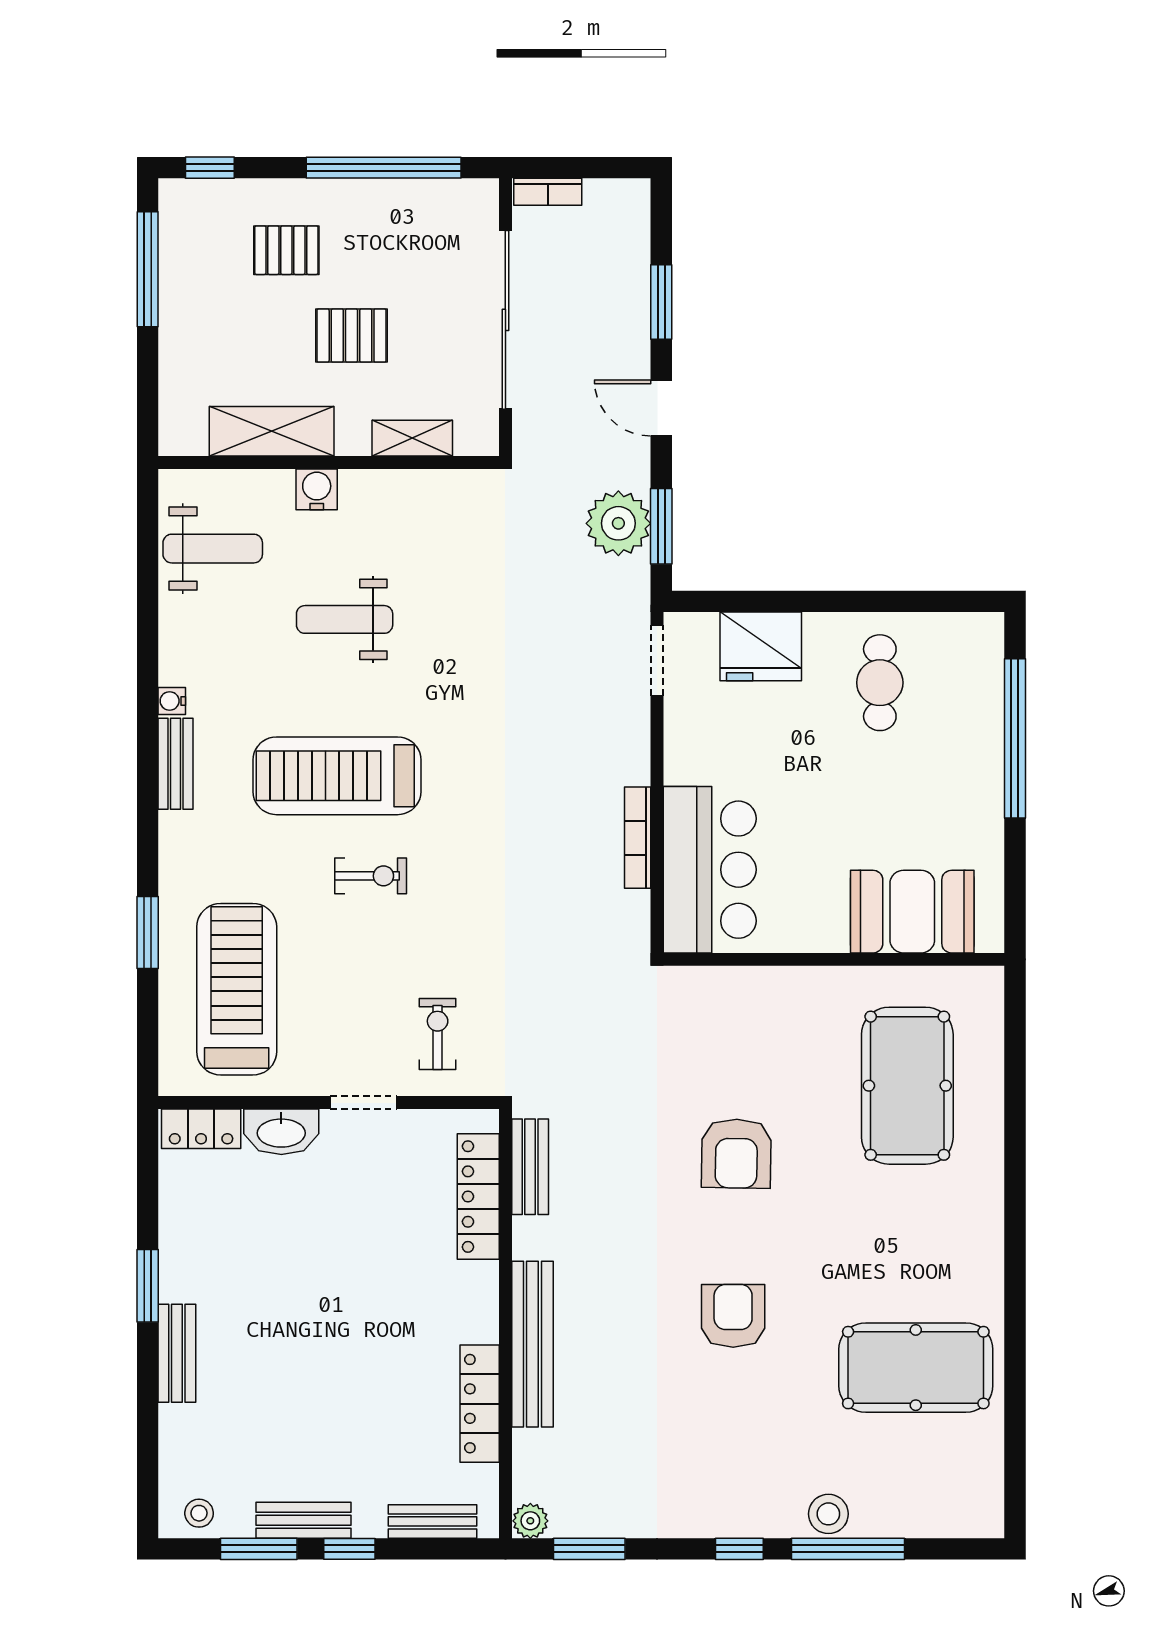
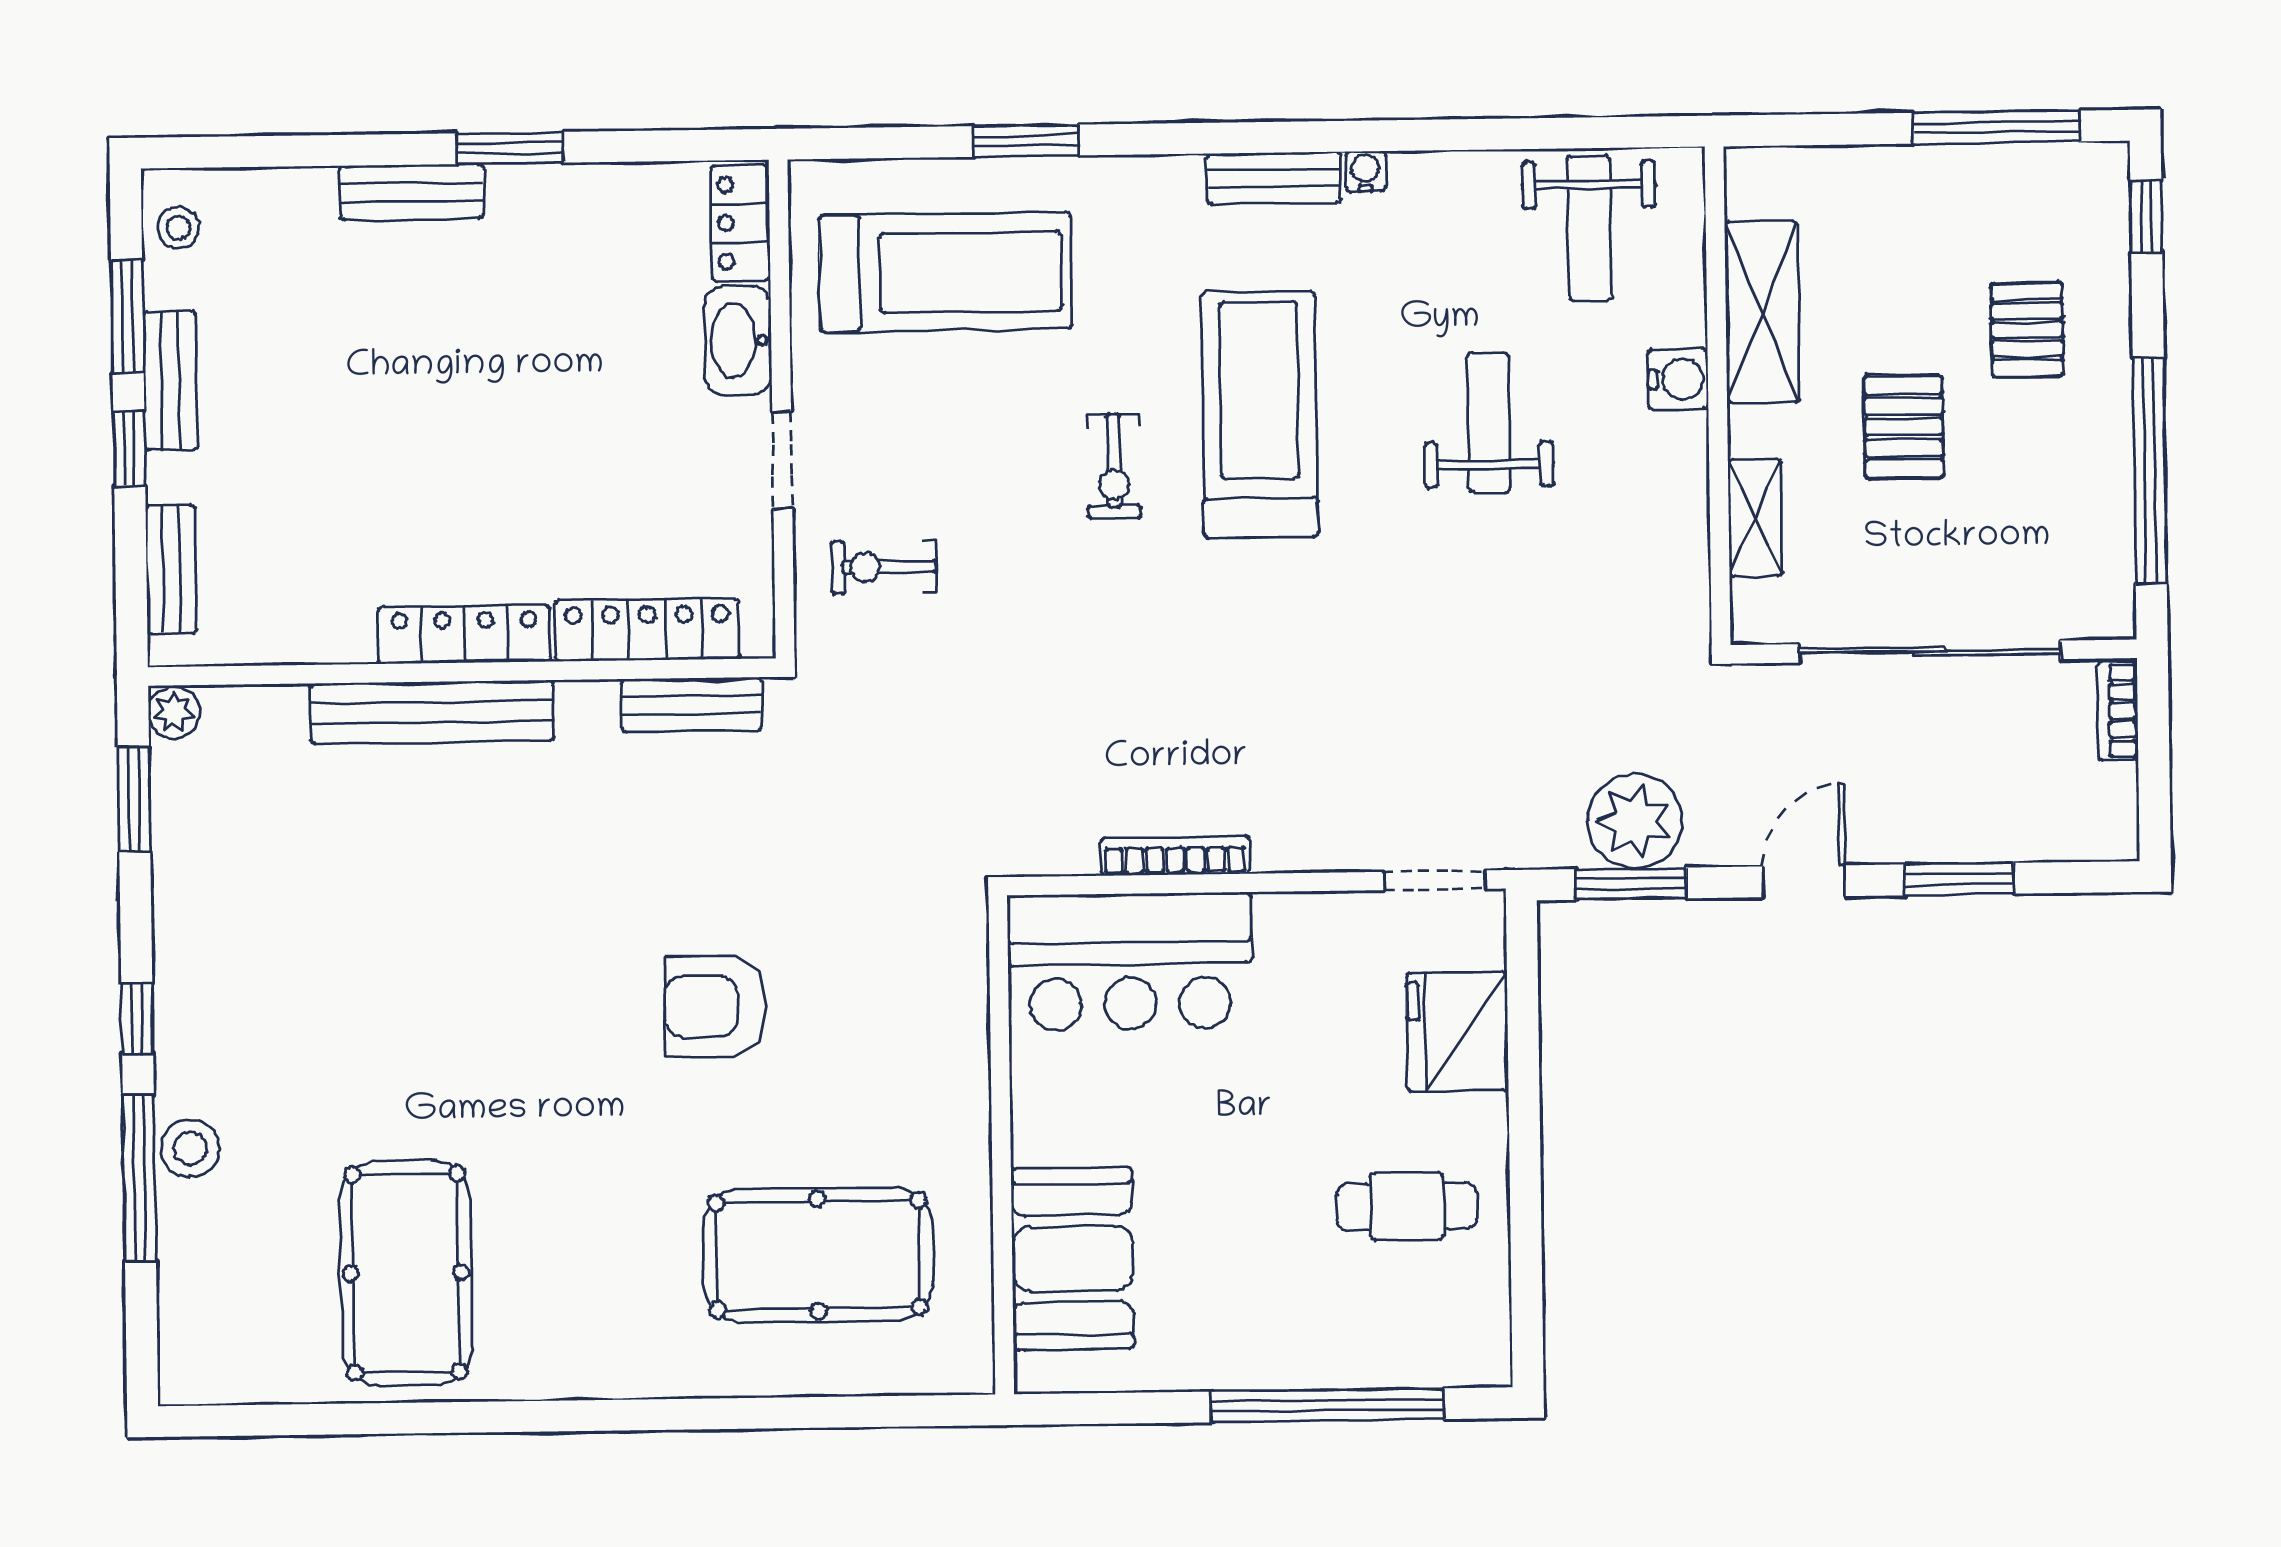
exercise bike: (438, 1034) -> (884, 567), turned 180
armchair: (733, 1316) -> (478, 1005), removed
locker: (480, 1404) -> (464, 634), moved

